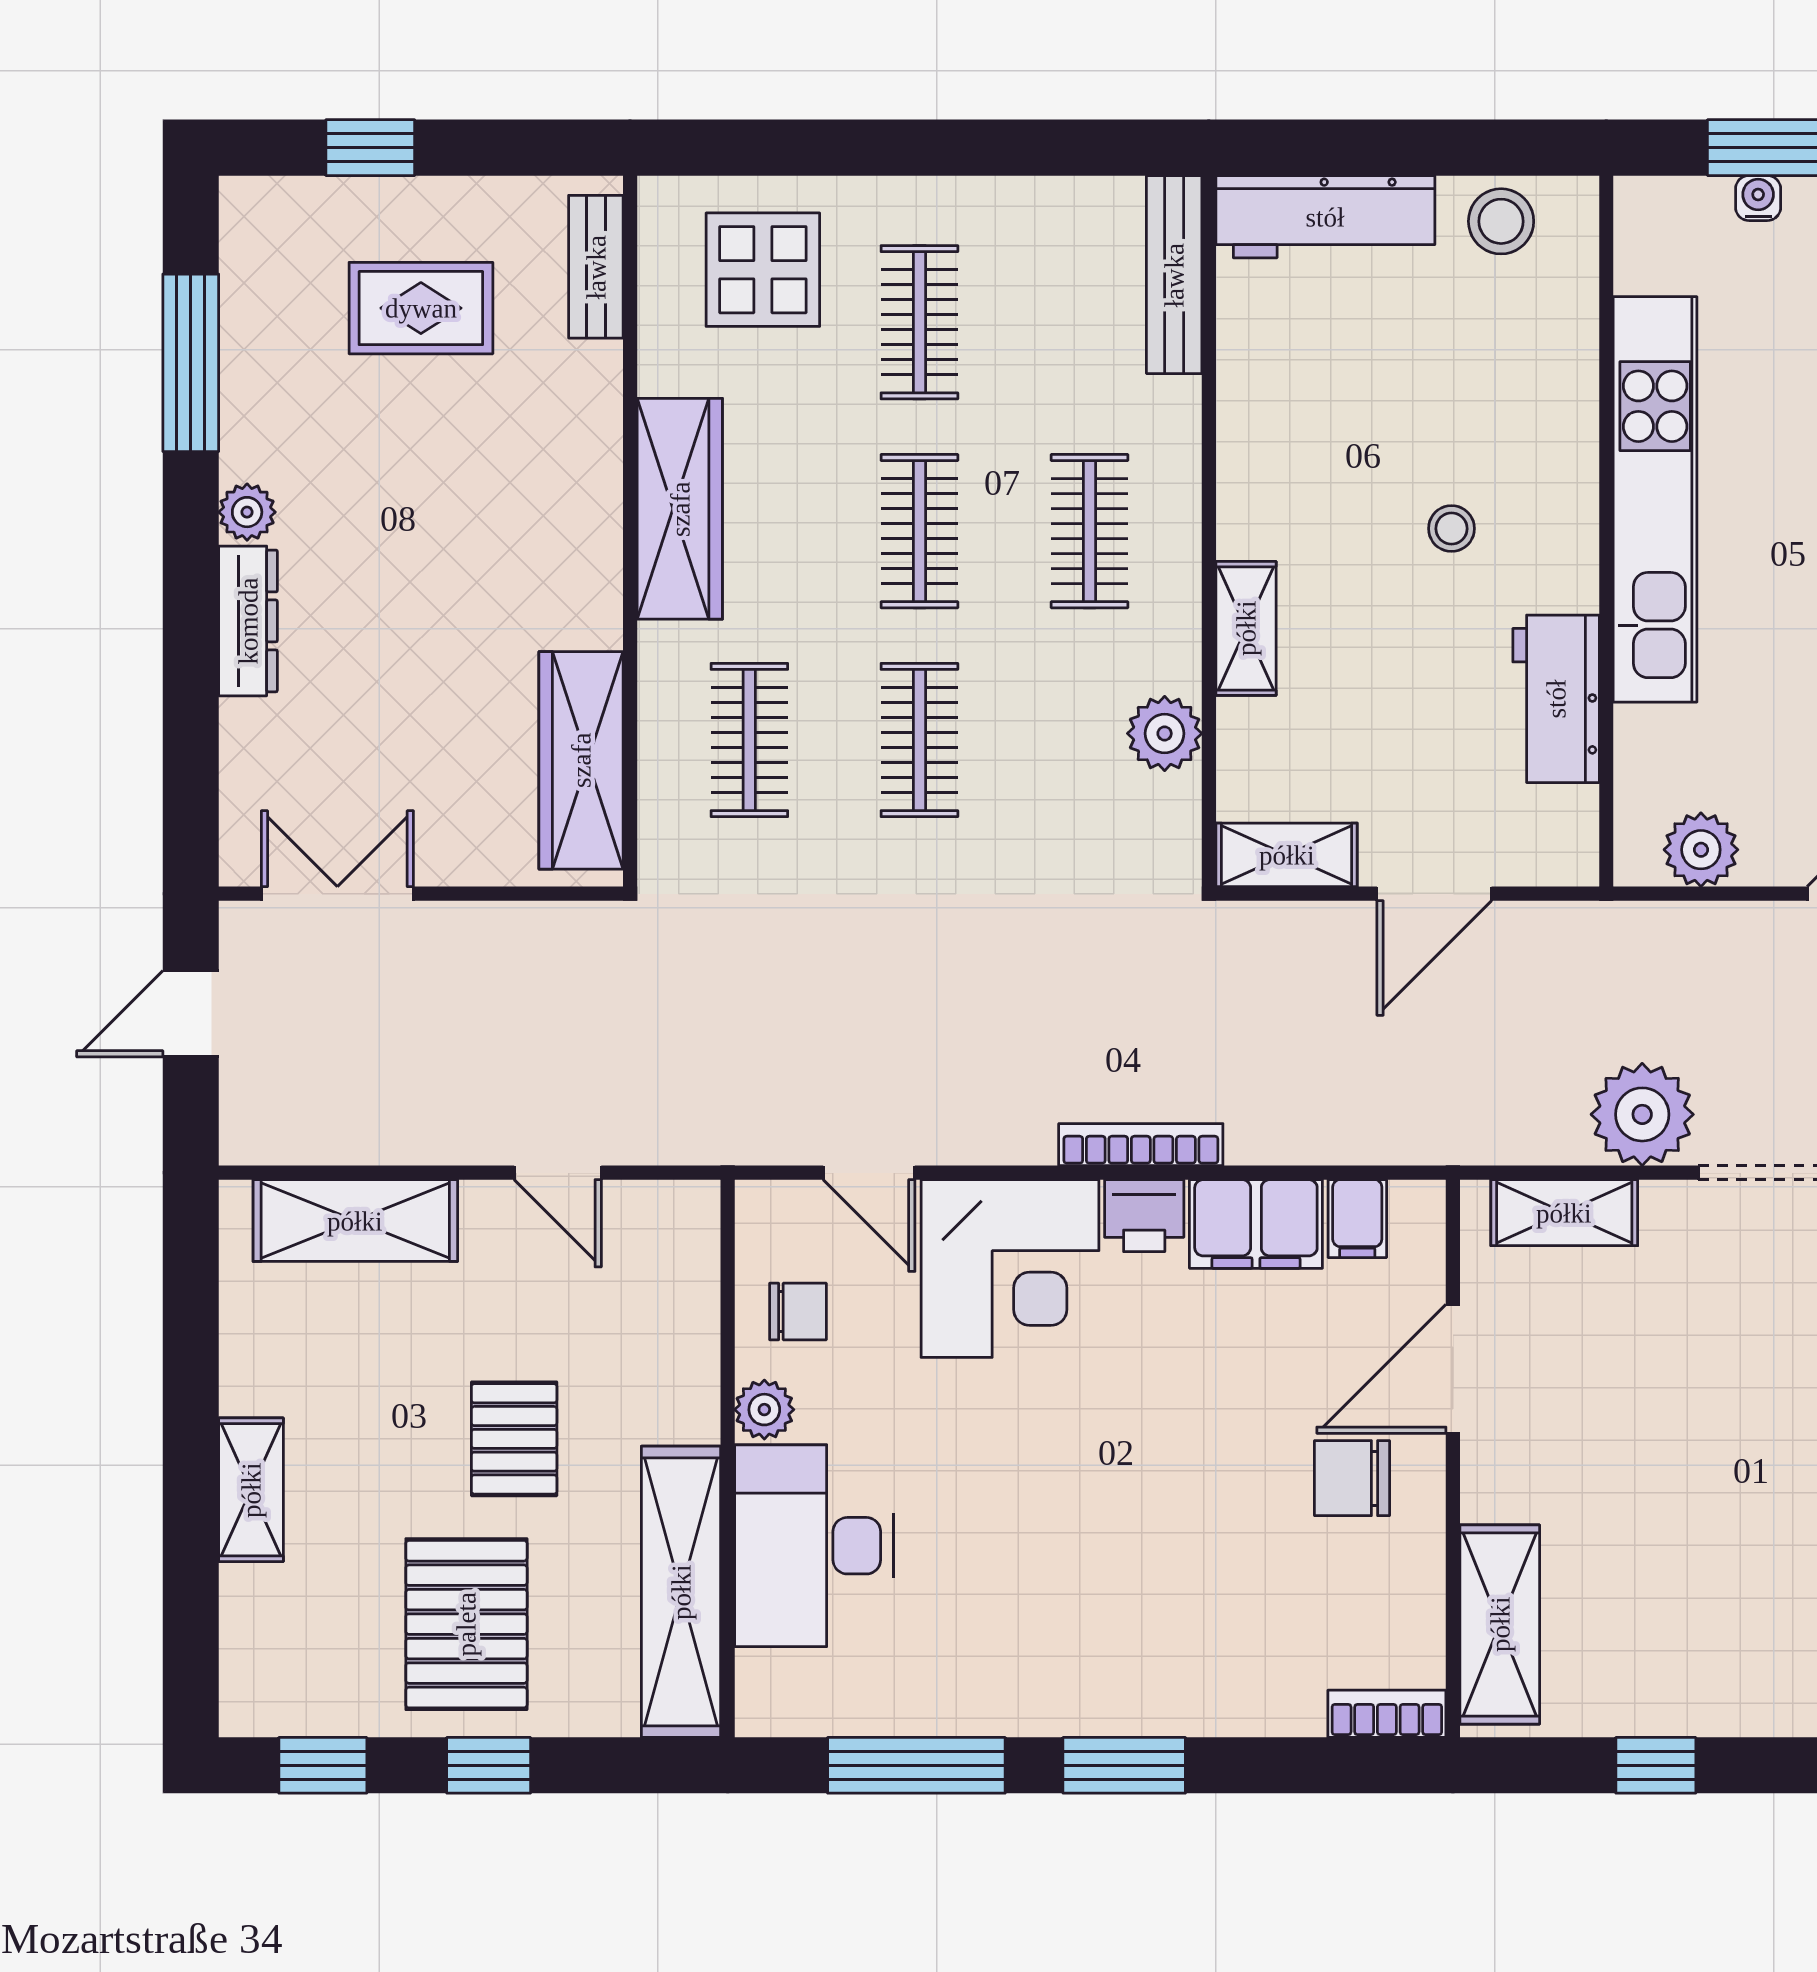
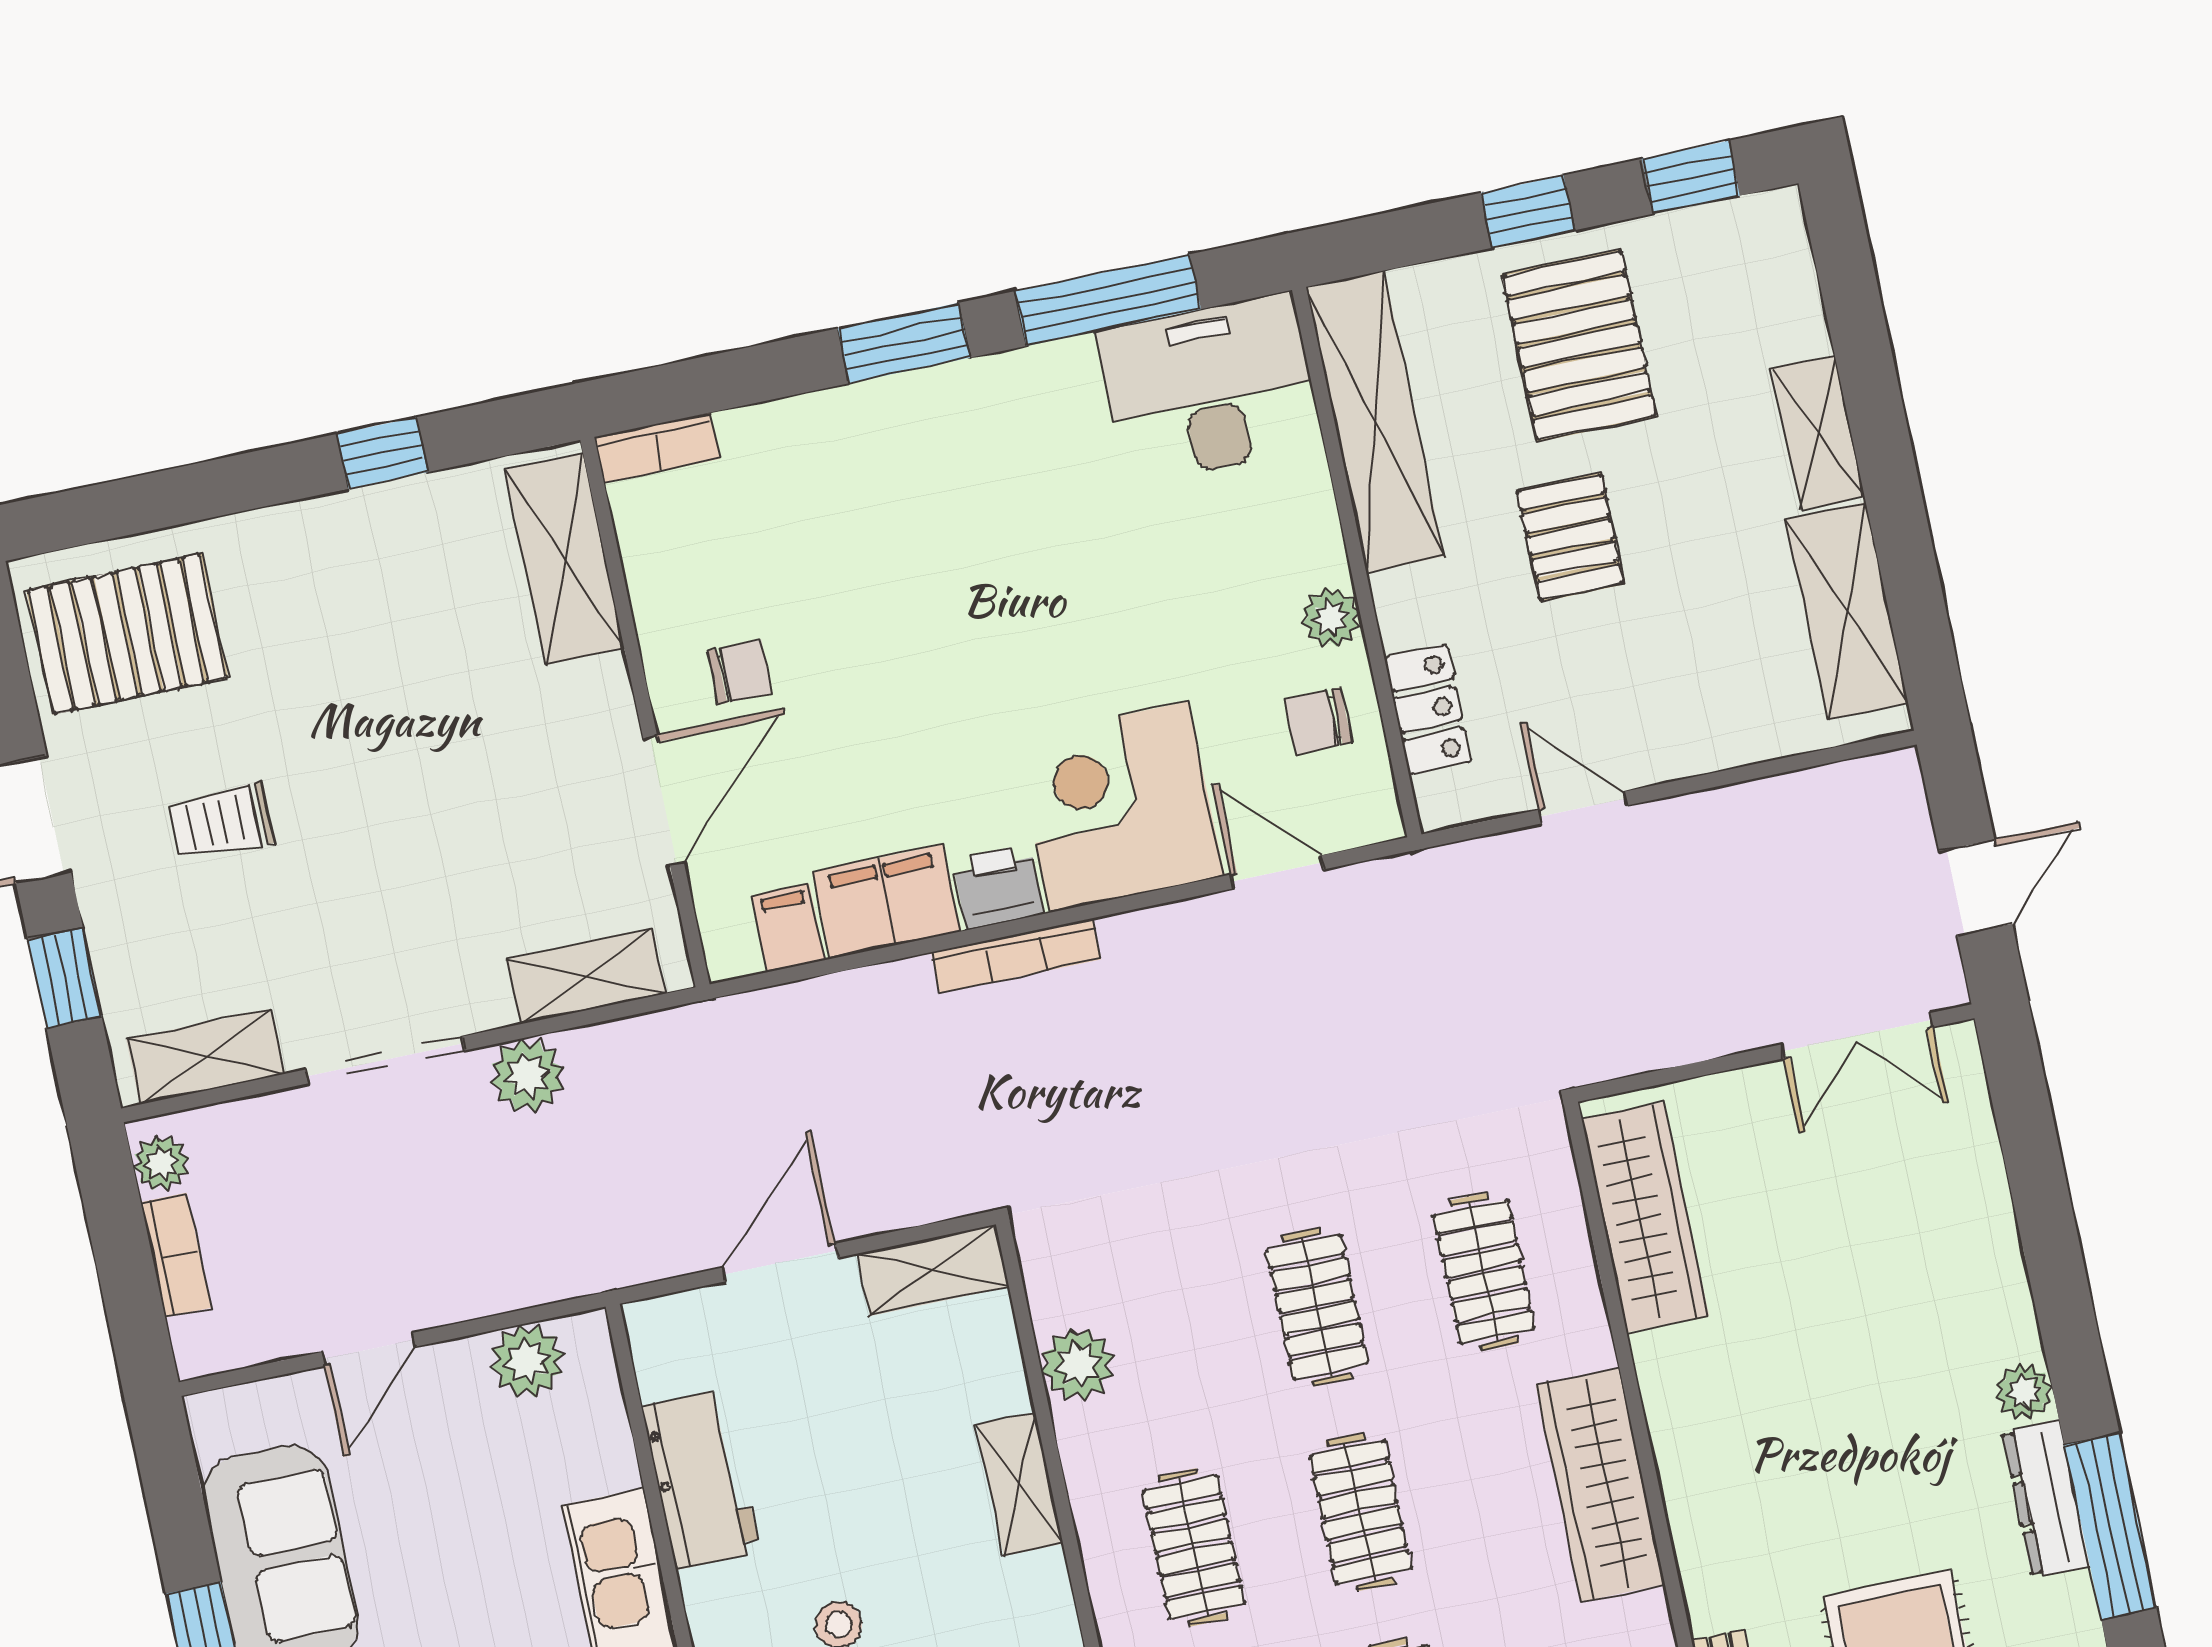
dresser: (248, 621) -> (2046, 1499), moved
plant: (1642, 1114) -> (527, 1076), width x0.73, depth x0.73
shelving: (355, 1221) -> (1847, 611), moved, turned 90
locker: (689, 1300) -> (1428, 709), added
chair: (1352, 1478) -> (740, 672), width x0.73, depth x0.73
desk: (814, 1546) -> (1210, 389), moved, turned -90

